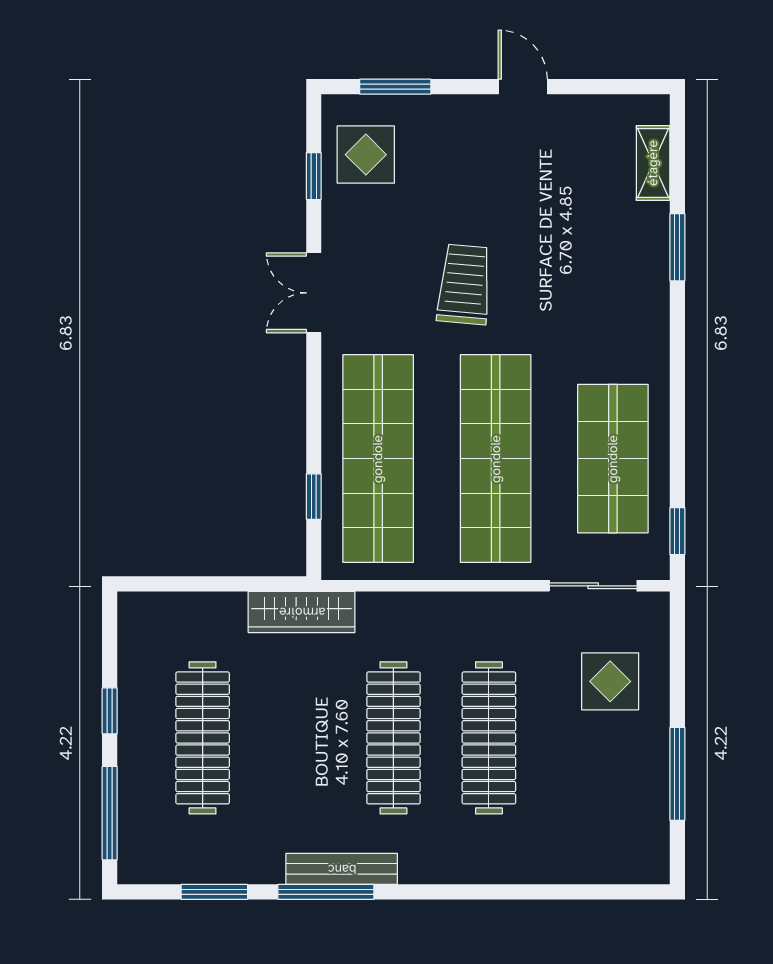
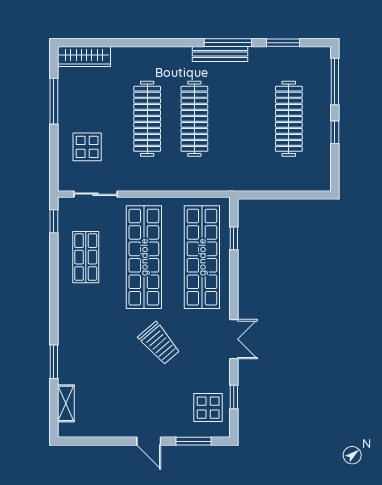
door: (523, 87) -> (149, 441), moved
trolley: (464, 284) -> (159, 343), turned -46
shop shelf: (613, 459) -> (86, 257), width x0.70, depth x0.74
wardrobe: (302, 612) -> (84, 56), moved, turned 180

